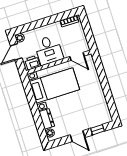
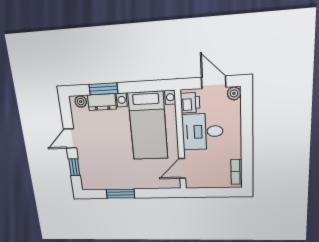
window: (108, 94) -> (121, 194), added
window: (38, 120) -> (103, 89), added

